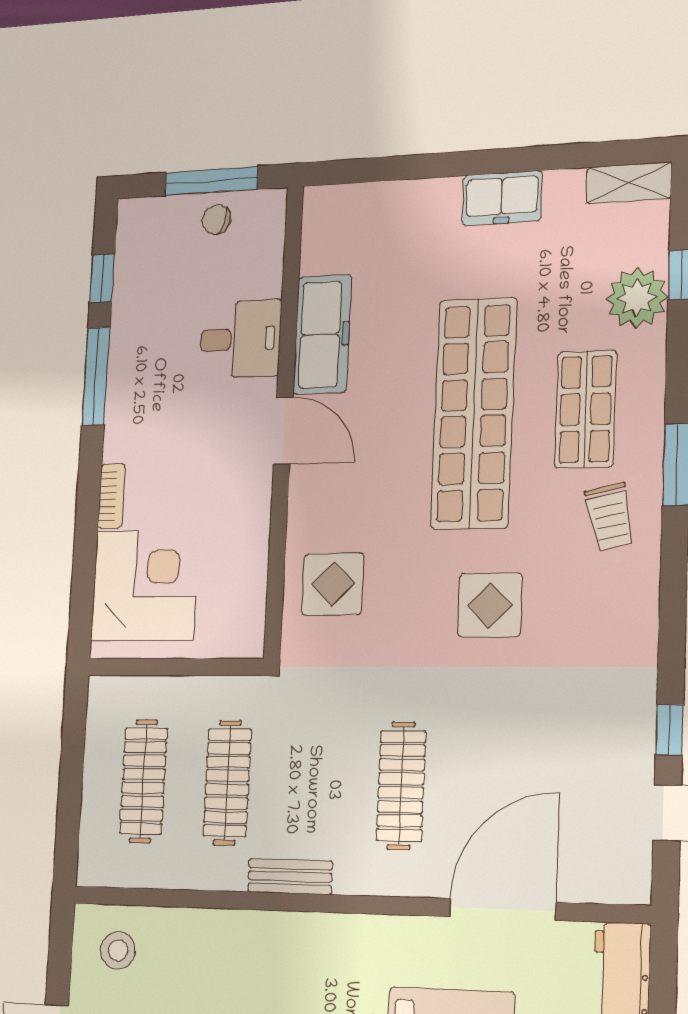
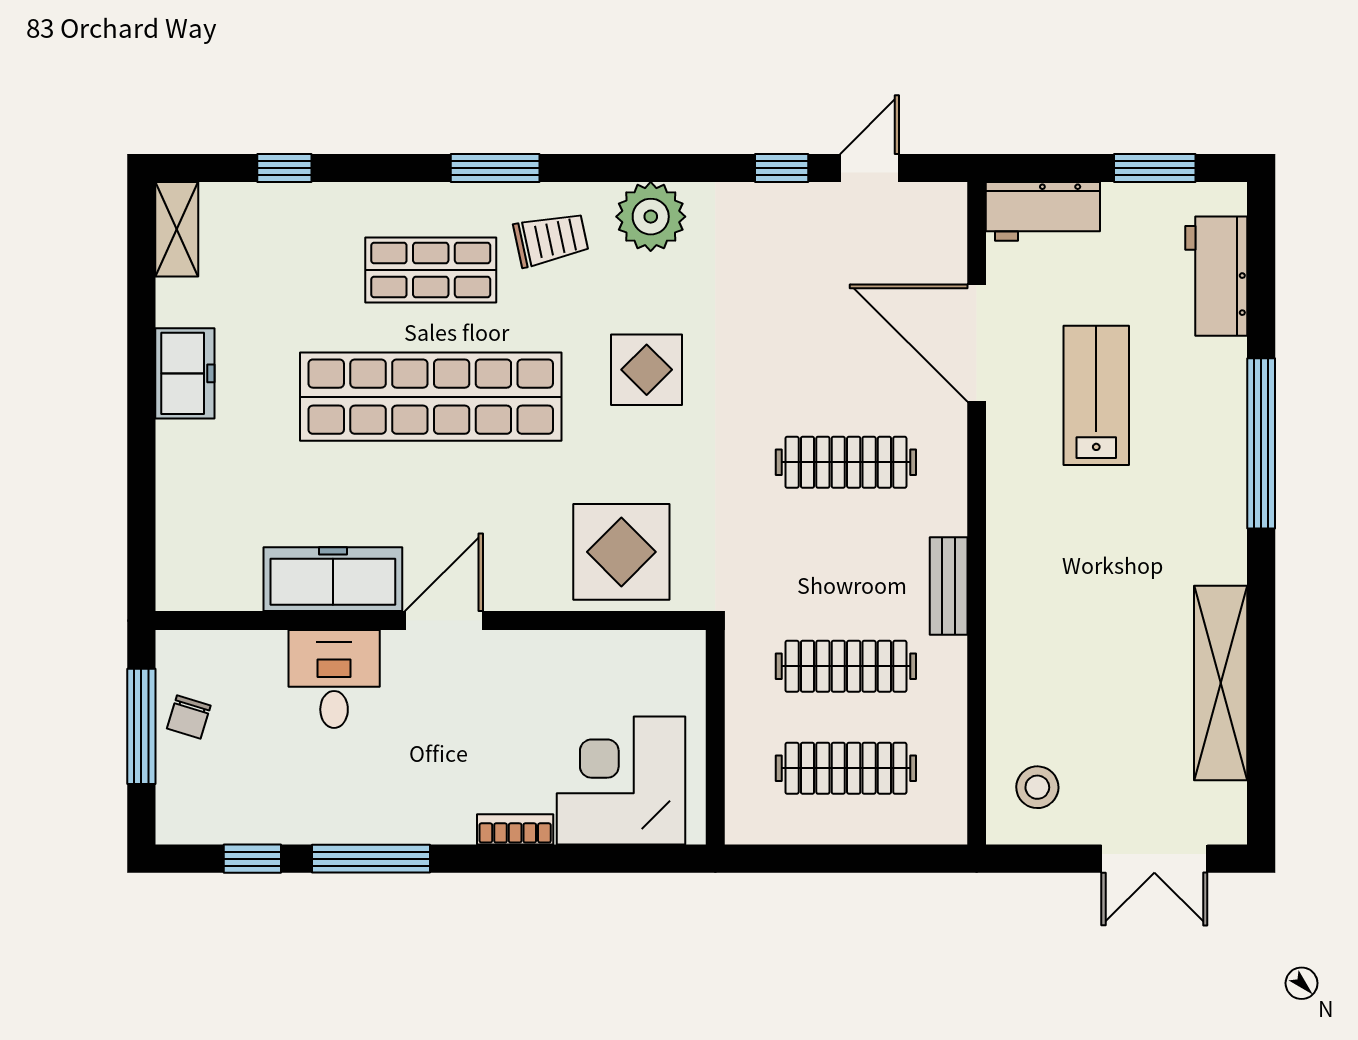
plant: (637, 298) -> (651, 217), moved
display table: (333, 584) -> (621, 552), width x1.36, depth x1.36

